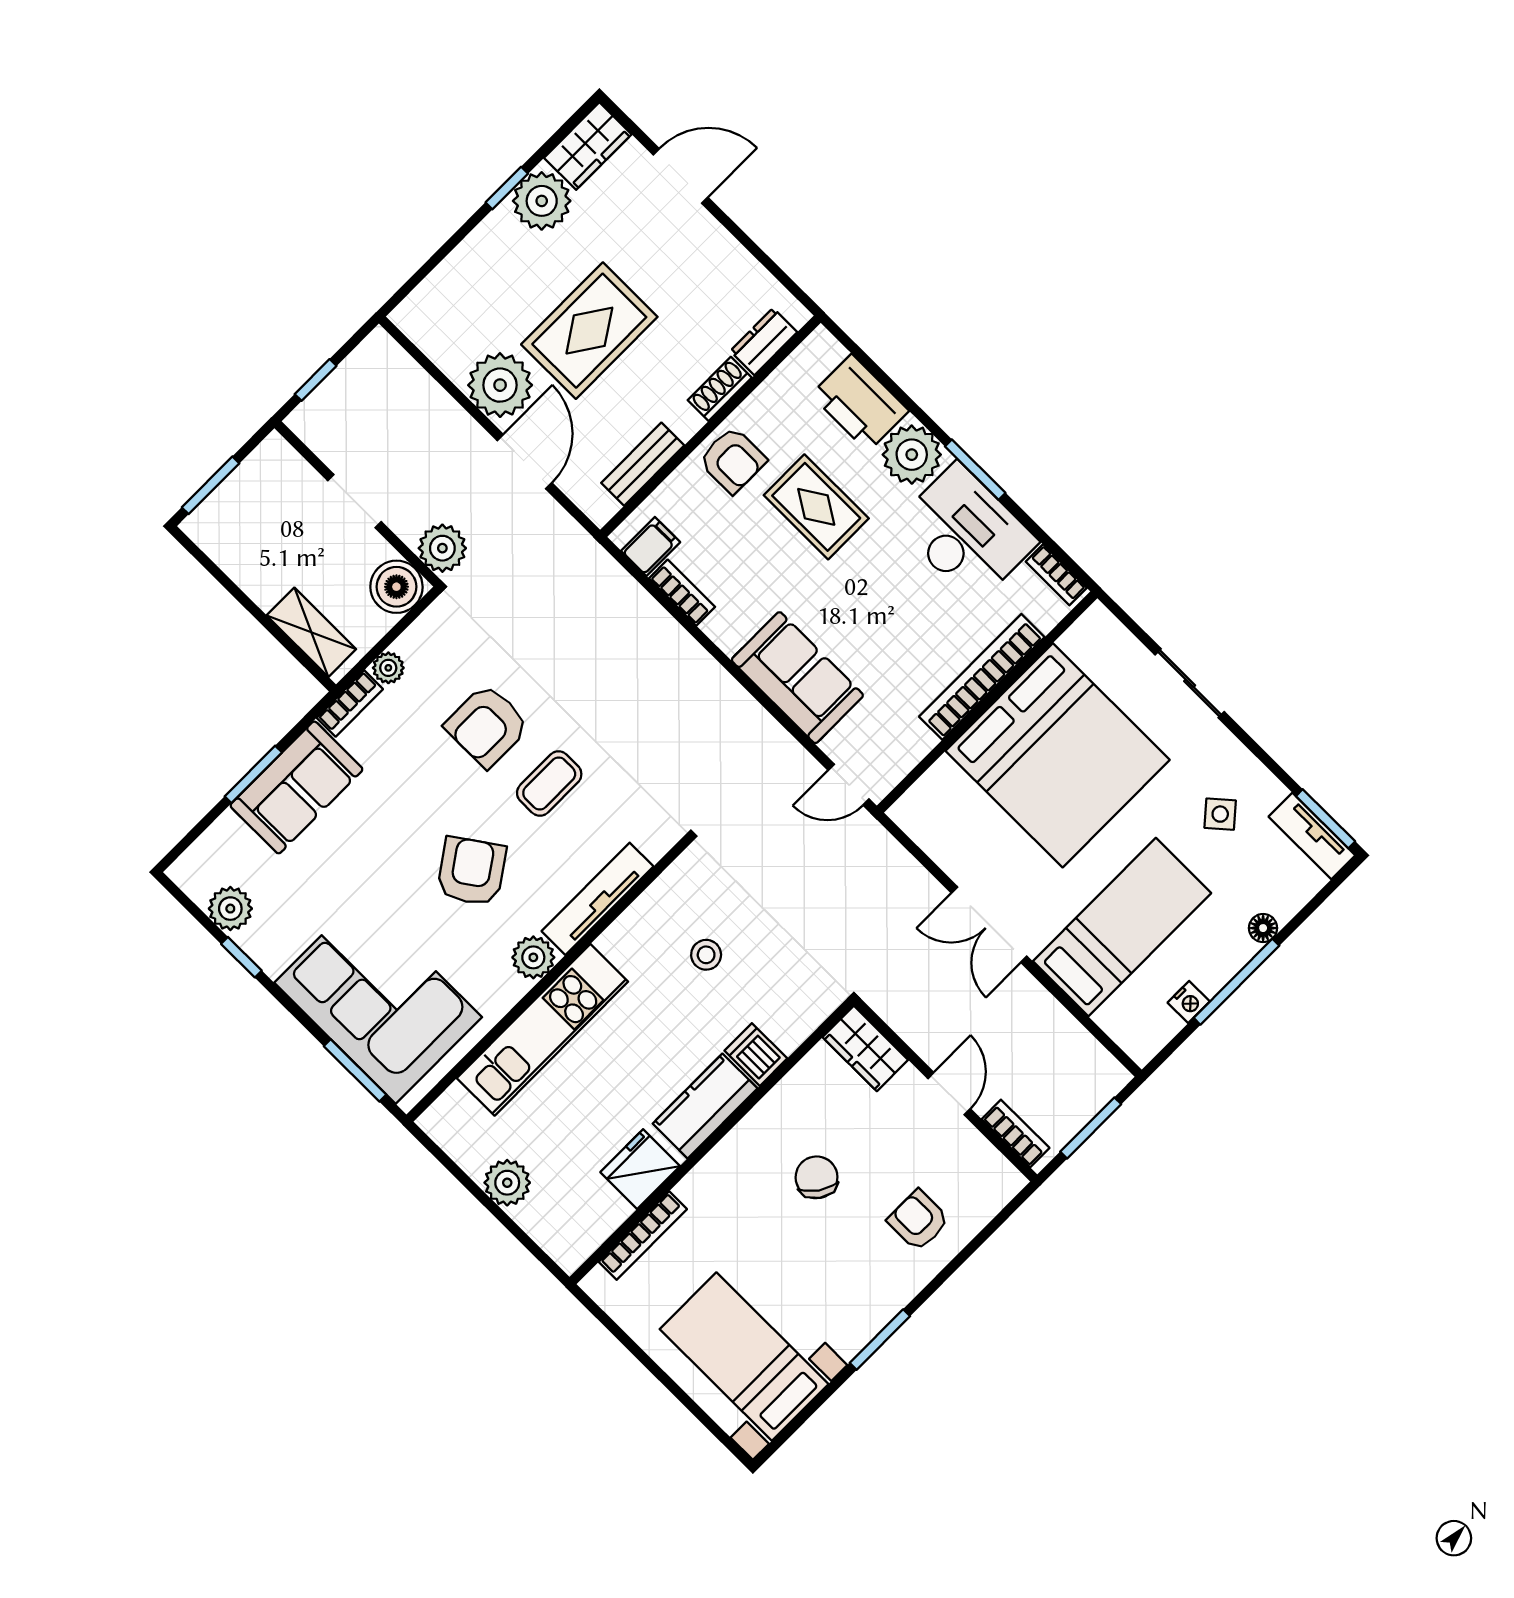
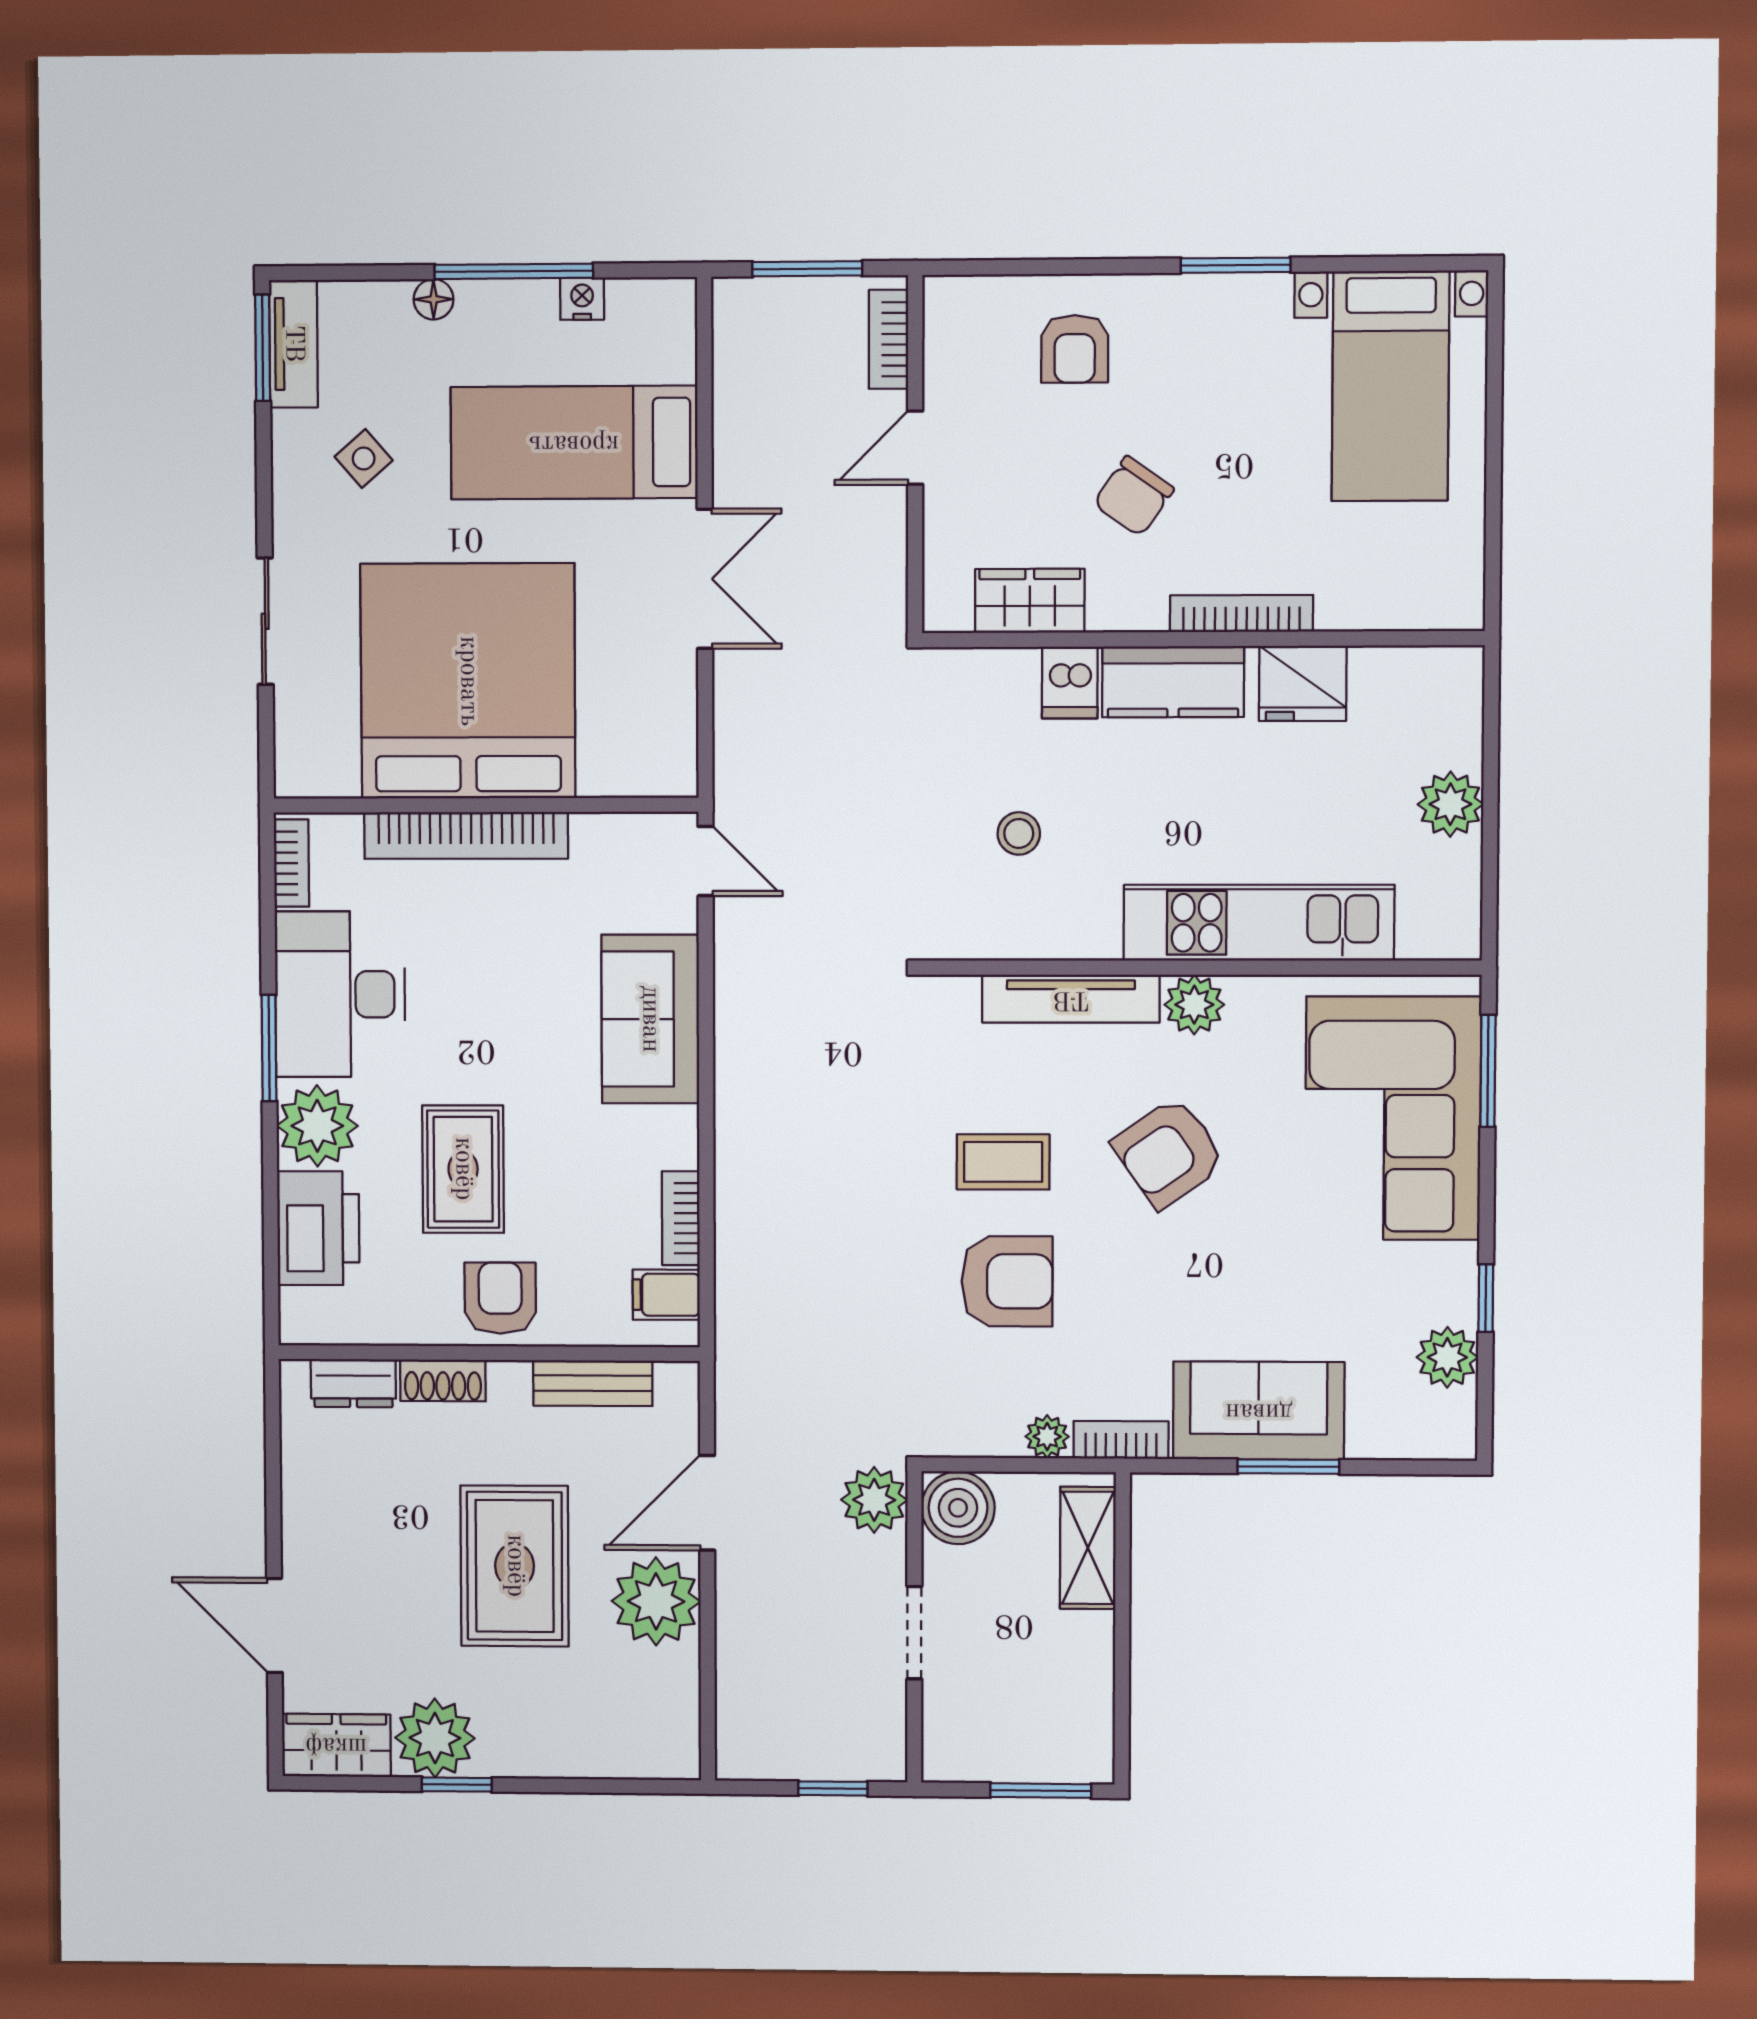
rug: (589, 331) -> (515, 1566), turned 90
wardrobe: (865, 1049) -> (1030, 601), moved, turned -90
bookcase: (643, 1236) -> (1241, 614), moved

